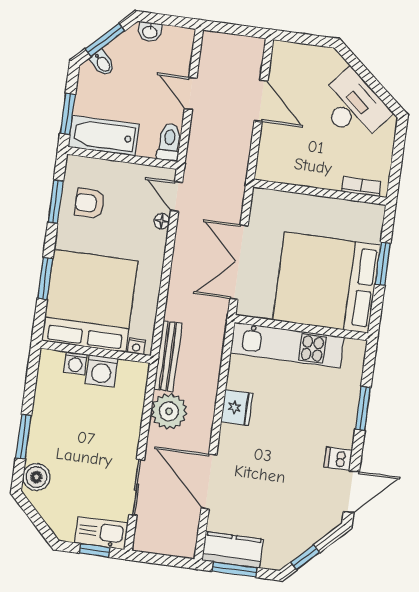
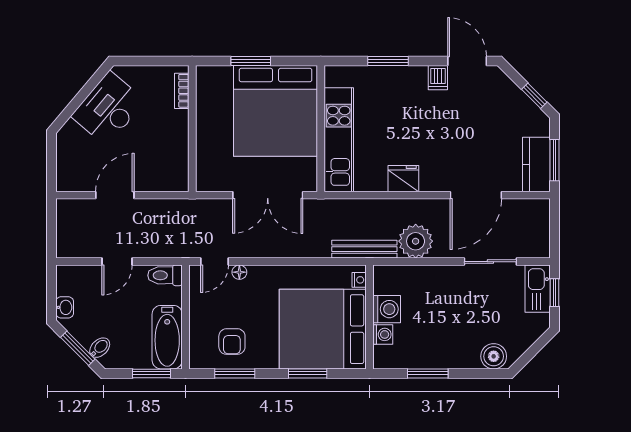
window: (23, 437) -> (428, 373), moved

